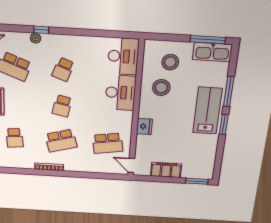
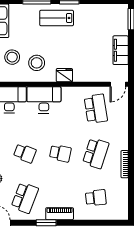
lab bench: (207, 111) -> (57, 18), width x0.73, depth x0.72
fridge: (144, 126) -> (64, 75), moved
school desk: (61, 141) -> (96, 153), turned 33

